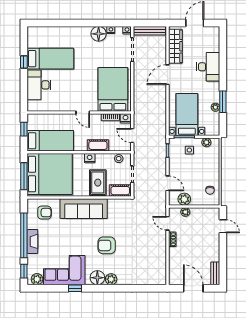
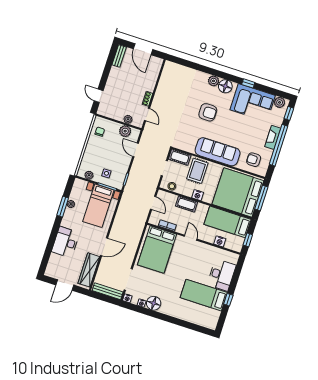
nightstand: (125, 118) -> (220, 241), moved

